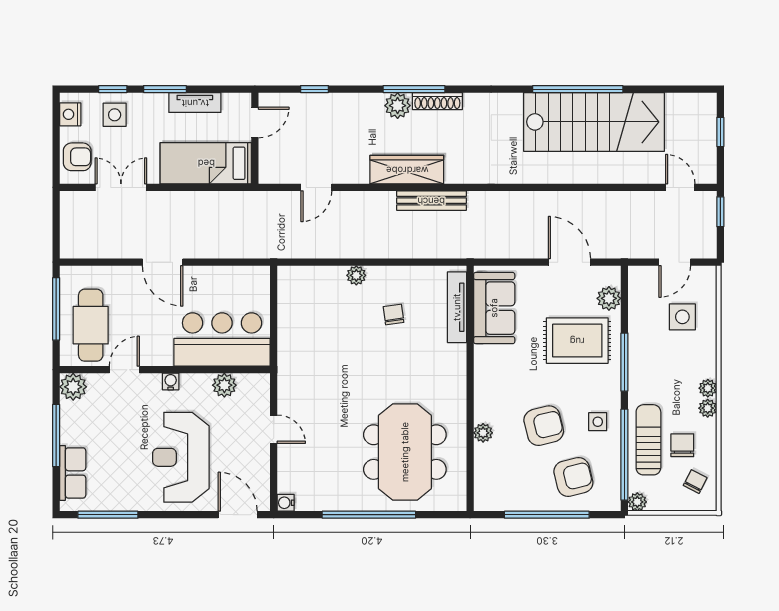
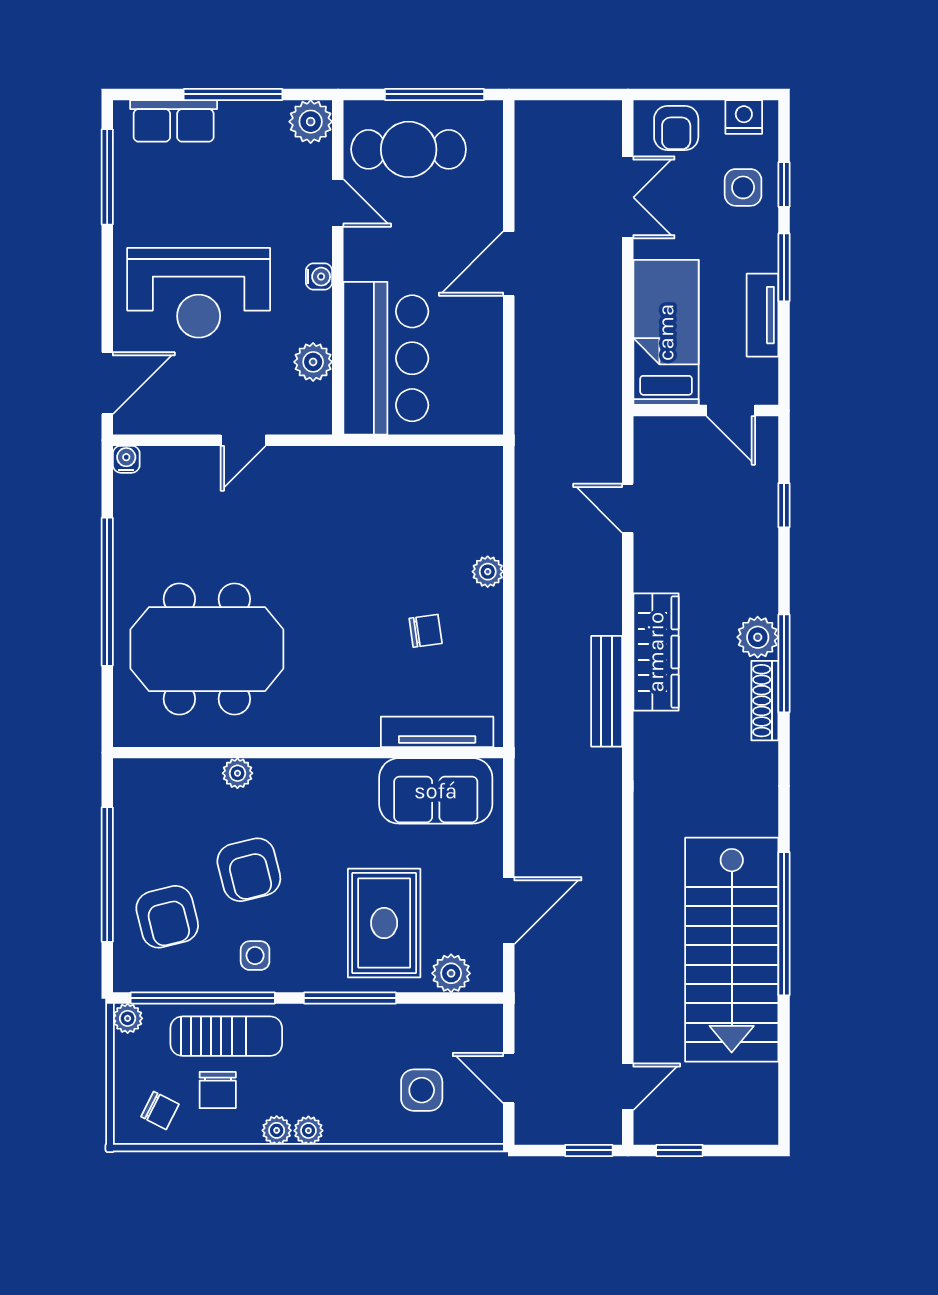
window: (720, 132) -> (679, 1150), moved
chair: (682, 445) -> (218, 1090), turned 90
reception desk: (181, 457) -> (199, 293), turned 180

